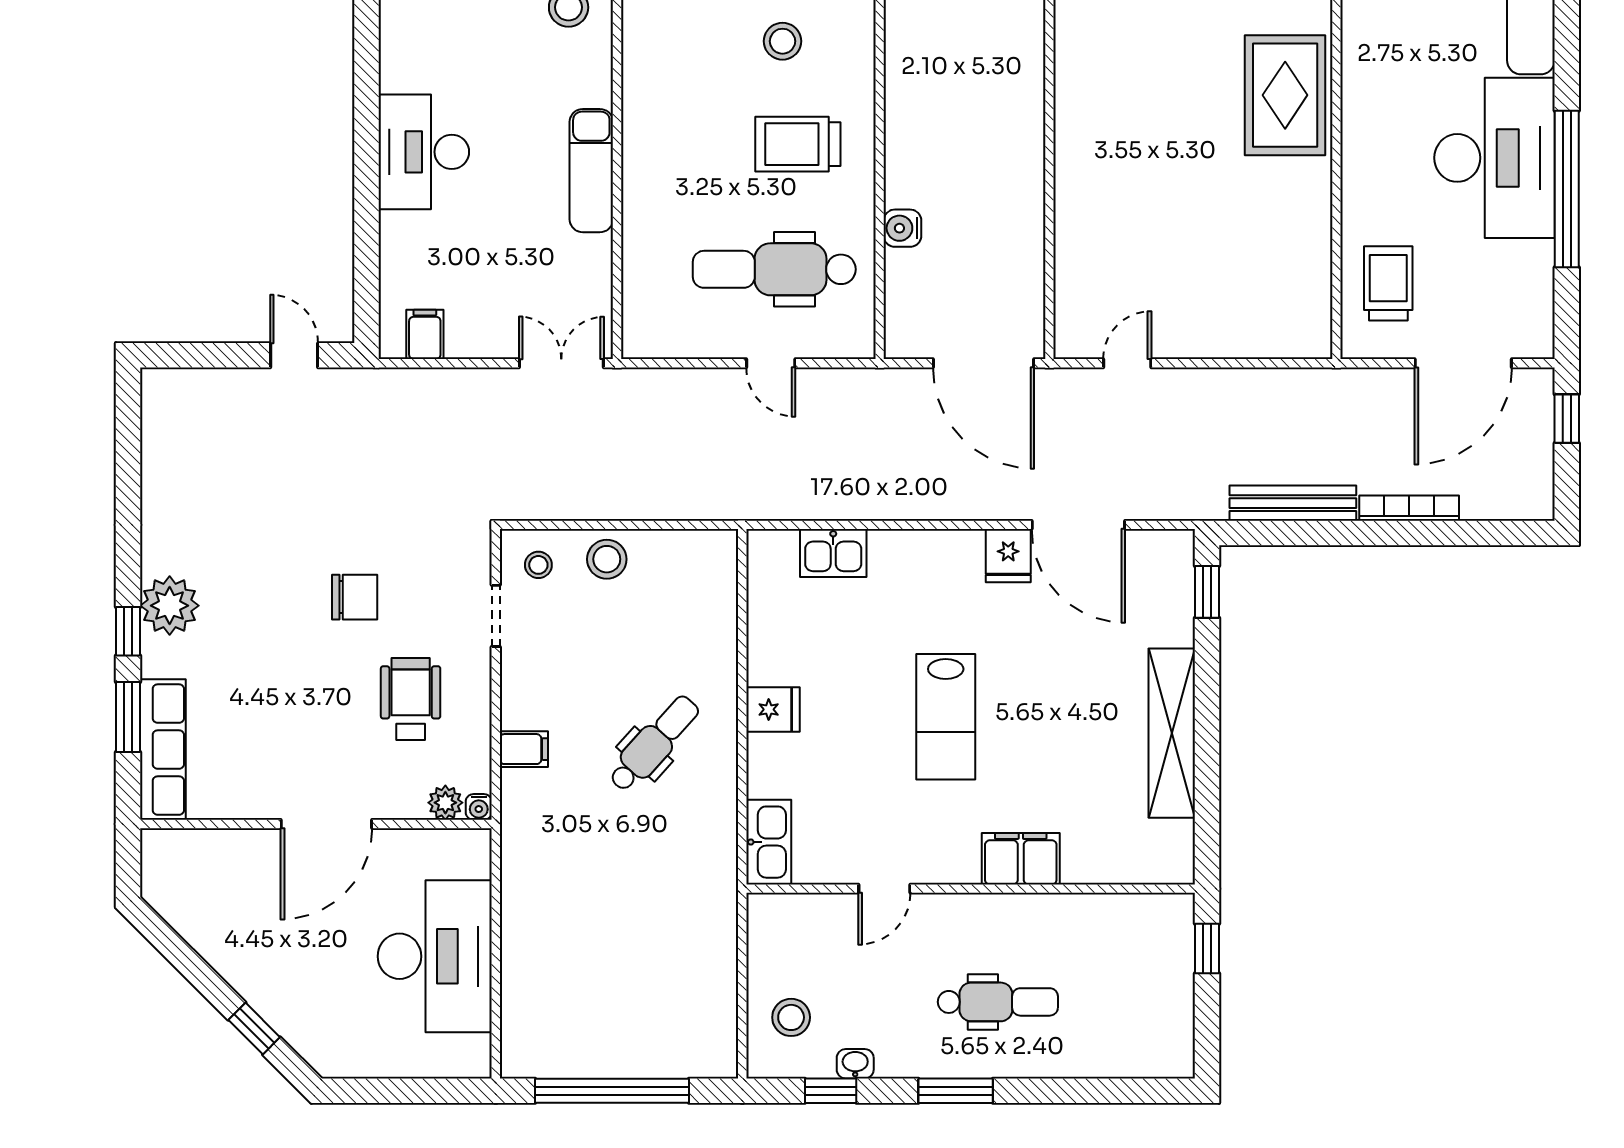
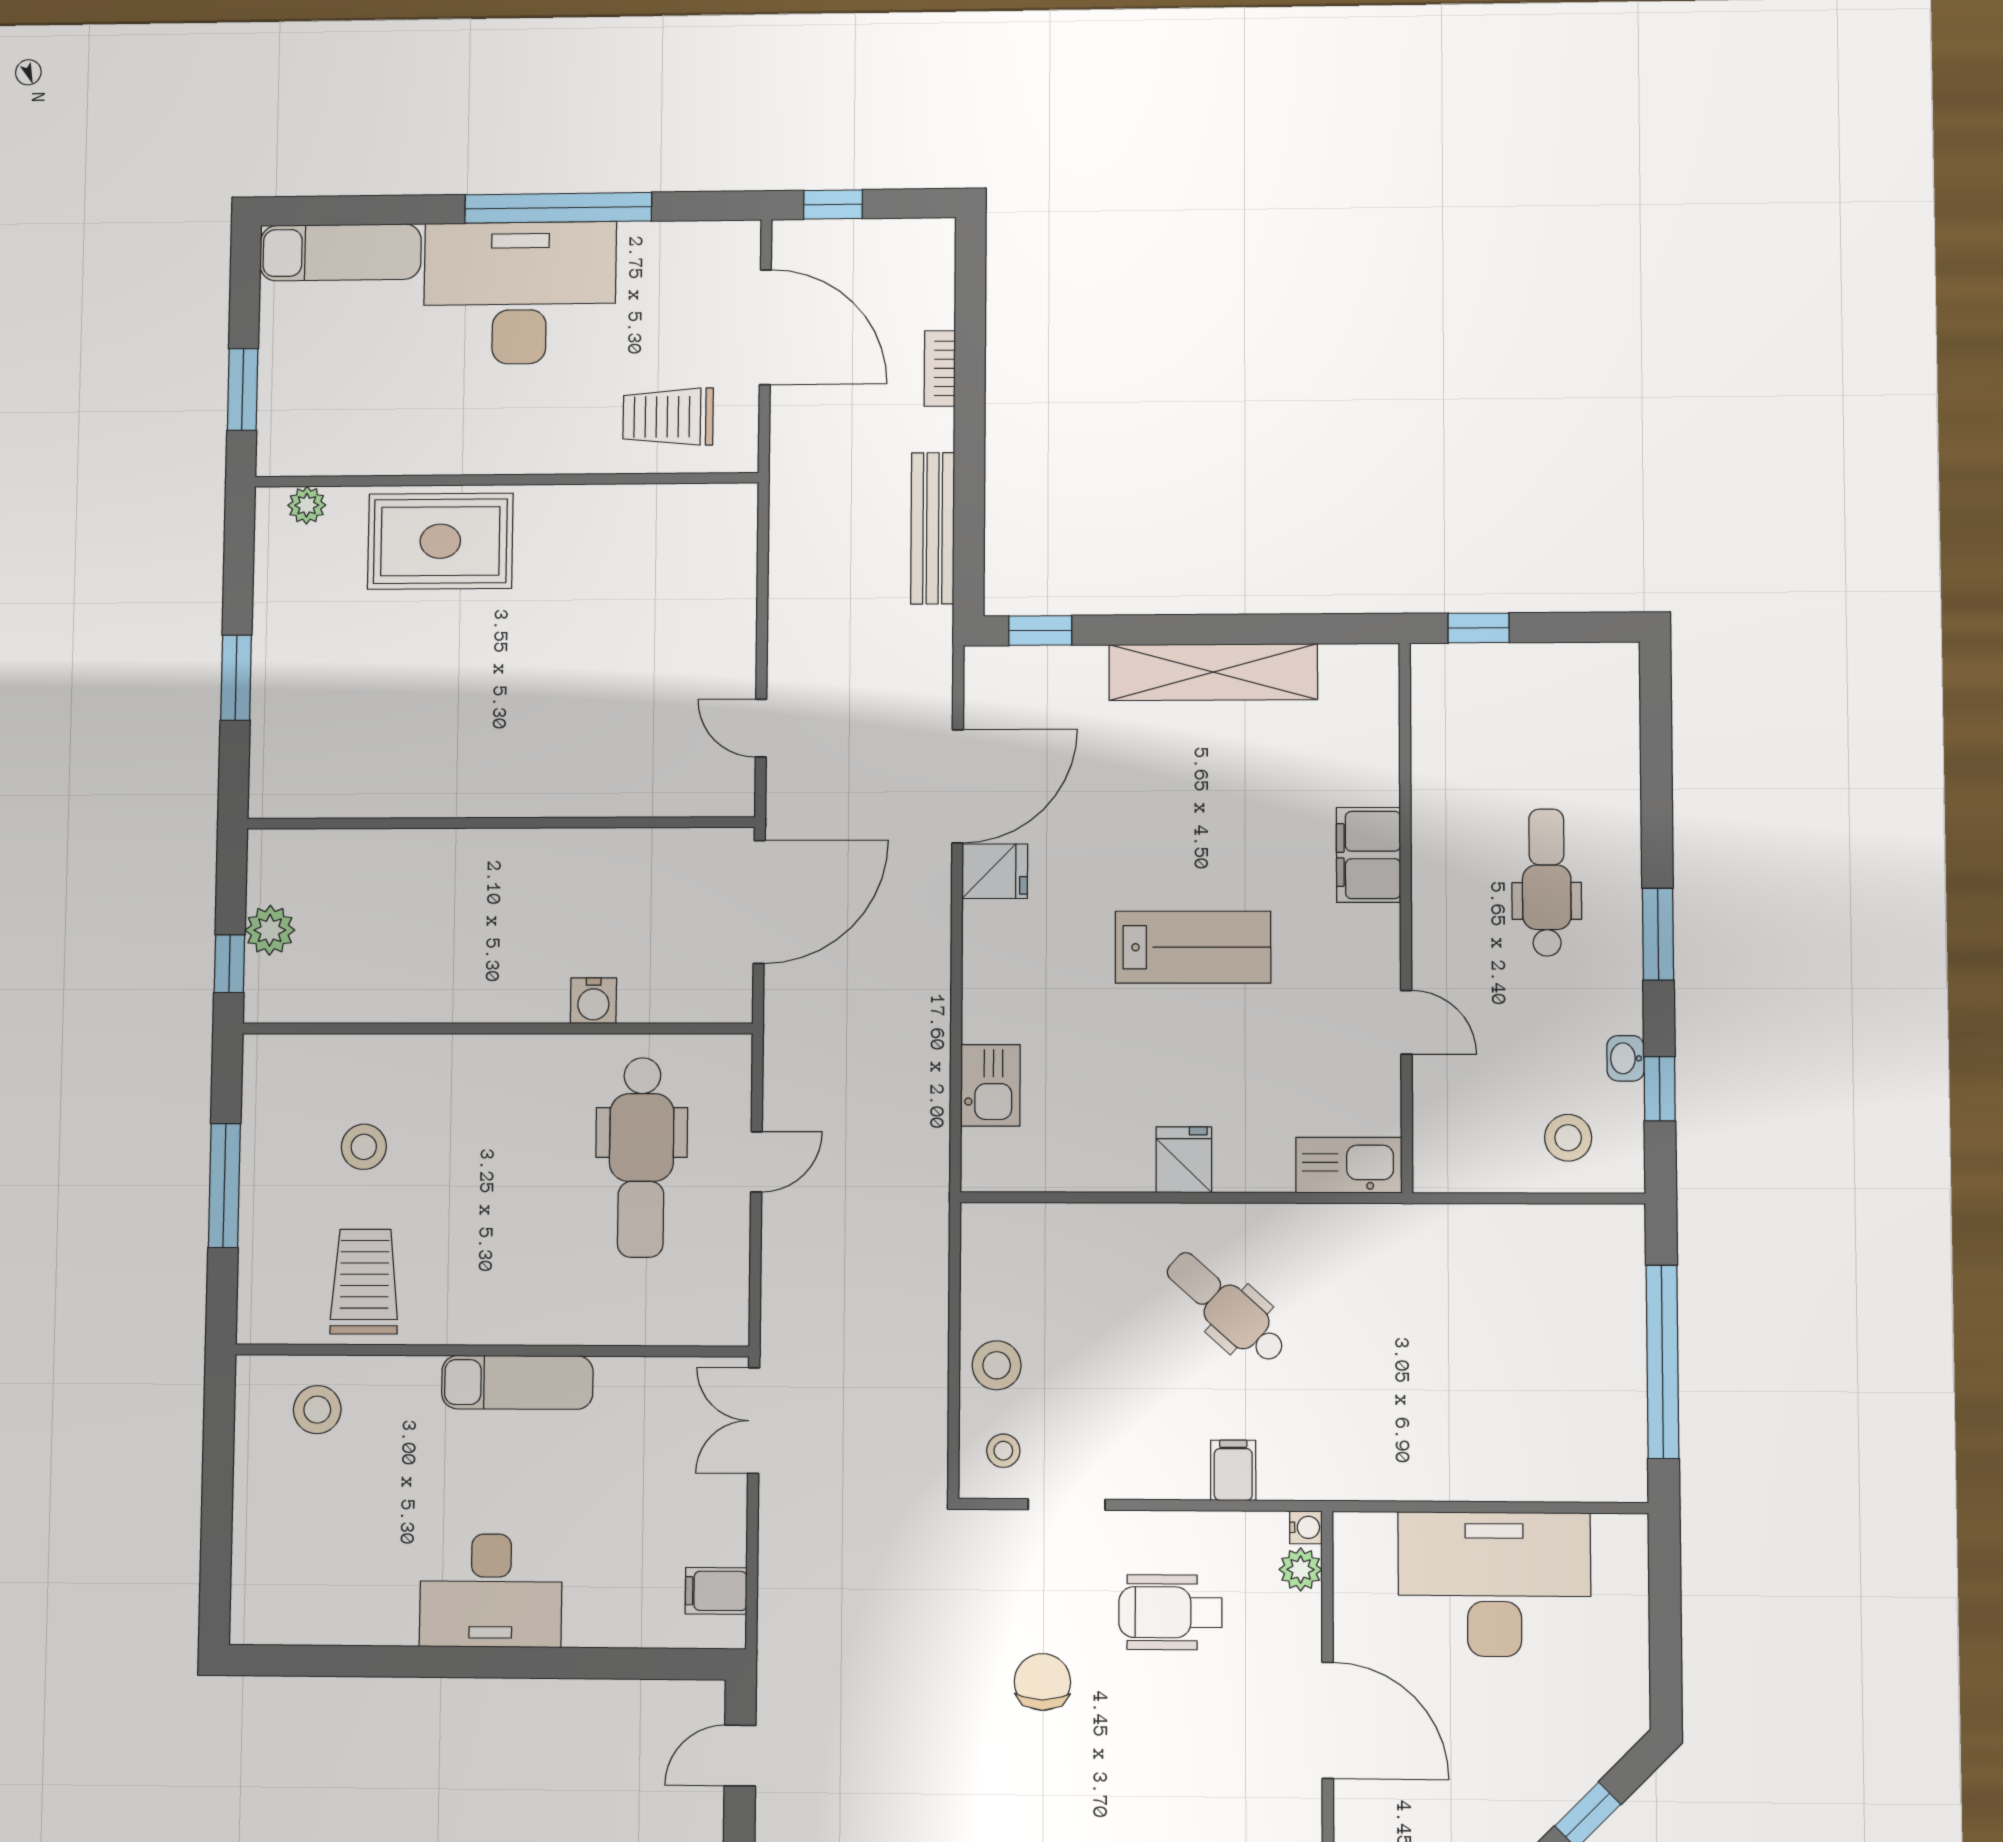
trolley: (798, 144) -> (364, 1282), moved, turned 180
bookcase: (1409, 508) -> (940, 368), width x0.64

